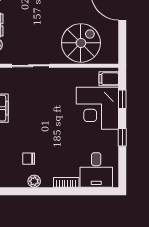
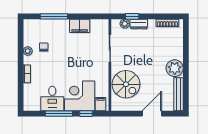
window: (122, 137) -> (59, 114), width x2.17
desk: (96, 170) -> (52, 99), moved, turned -90

